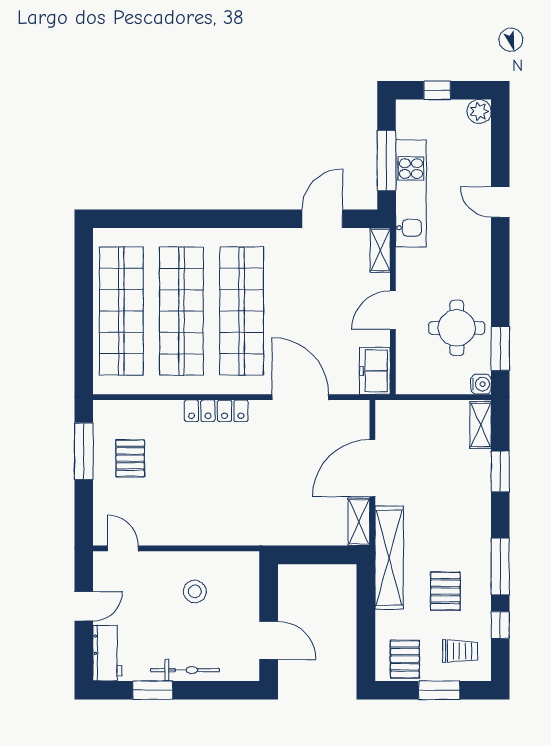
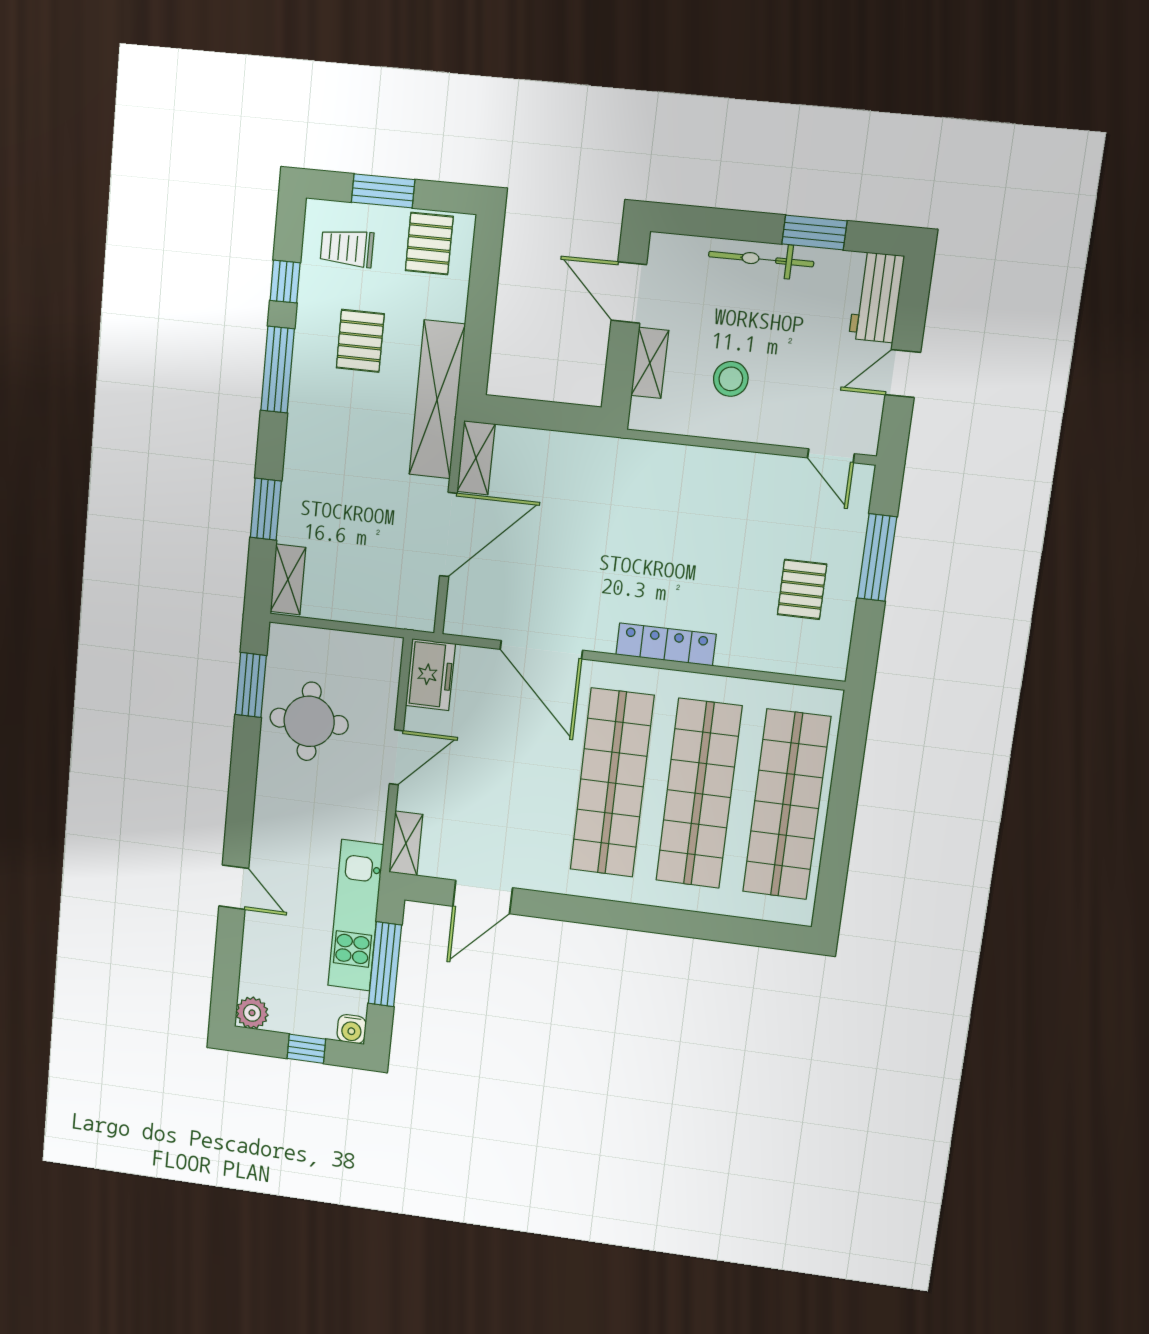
water cooler: (481, 384) -> (352, 1029), moved, turned -90
window: (84, 451) -> (877, 558), moved
shelving: (249, 596) -> (650, 363), added

